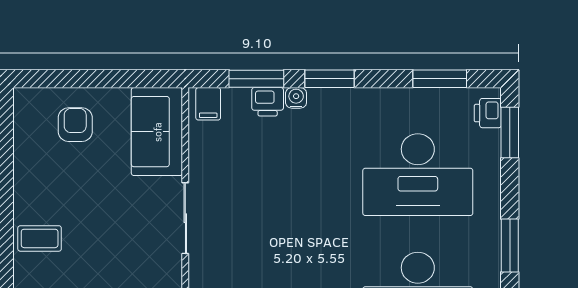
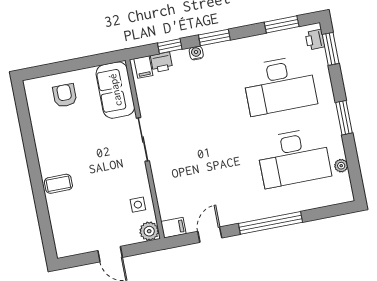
window: (256, 79) -> (170, 46), width x0.67
printer: (268, 102) -> (162, 62), moved
coffee table: (40, 238) -> (58, 184), moved

